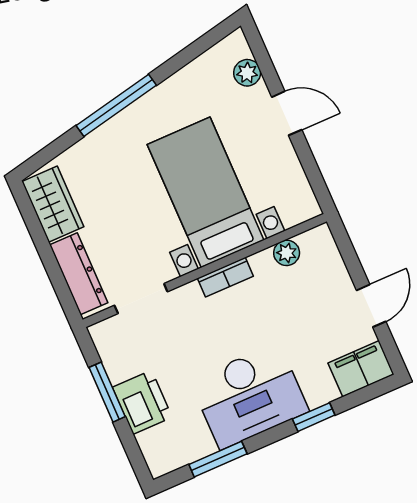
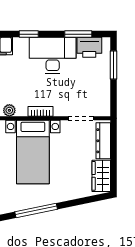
window: (116, 105) -> (36, 210), moved
window: (107, 392) -> (114, 65), moved
printer: (142, 402) -> (89, 47), moved, turned -90

